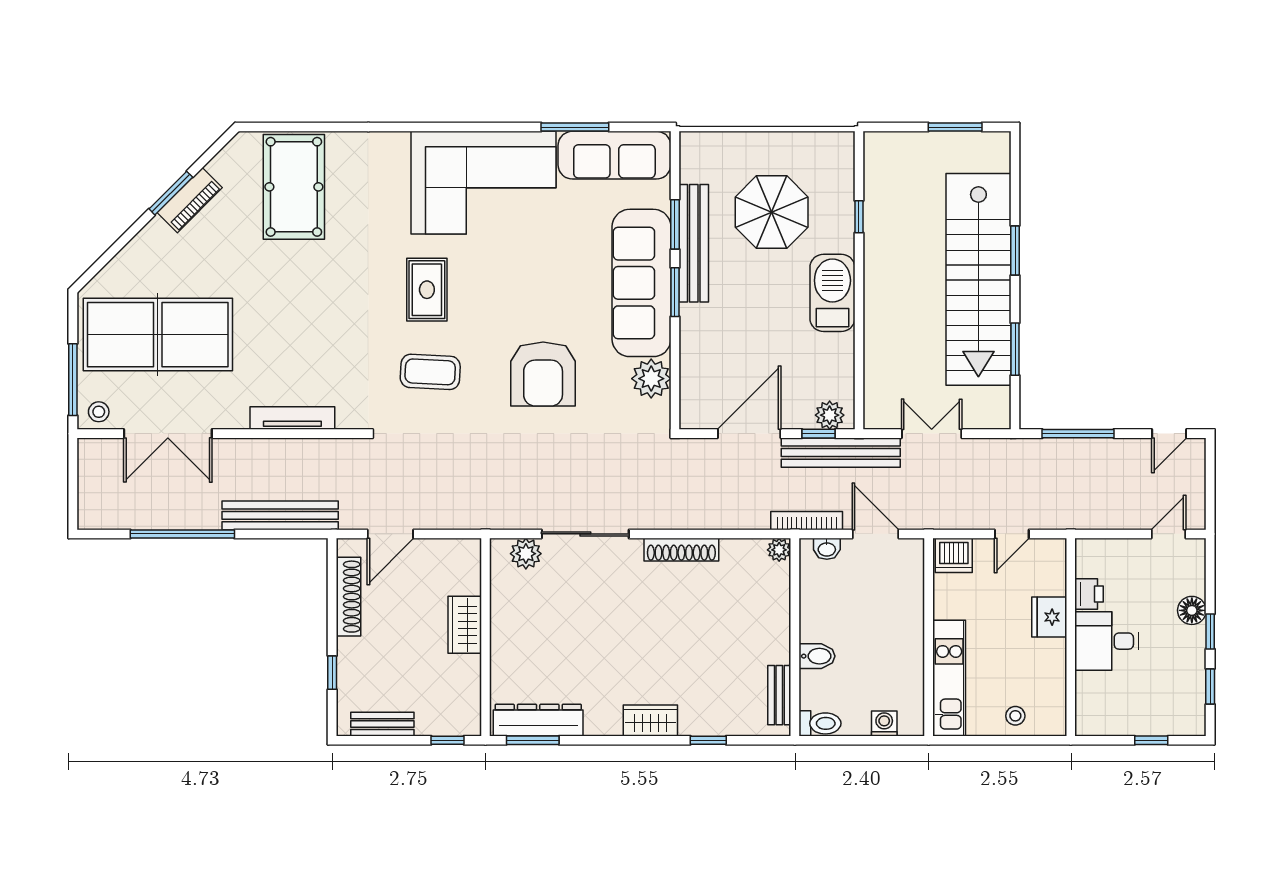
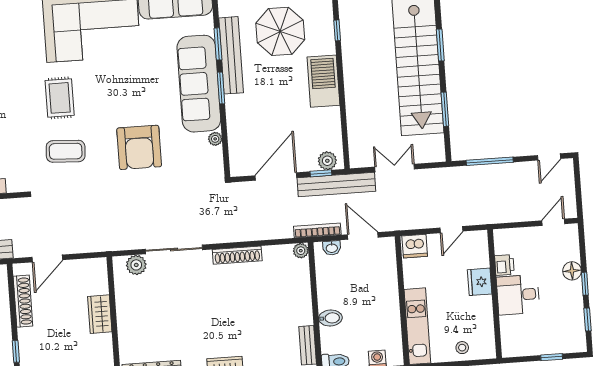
plant: (651, 379) -> (215, 139), width x0.53, depth x0.53

